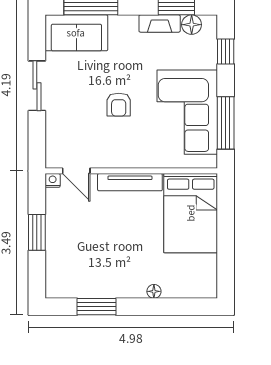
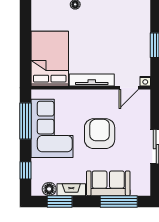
sofa: (76, 33) -> (108, 183), moved
armchair: (119, 105) -> (100, 134), width x1.88, depth x1.88
door: (76, 171) -> (129, 88), swing flipped

